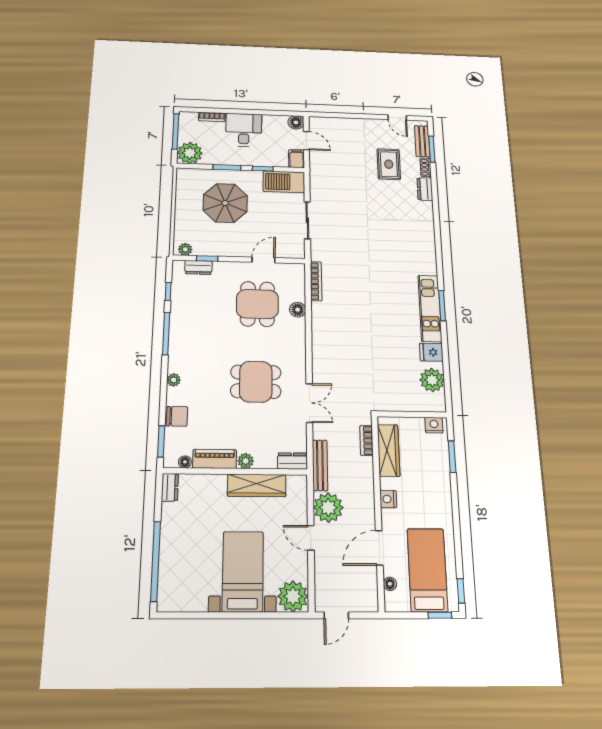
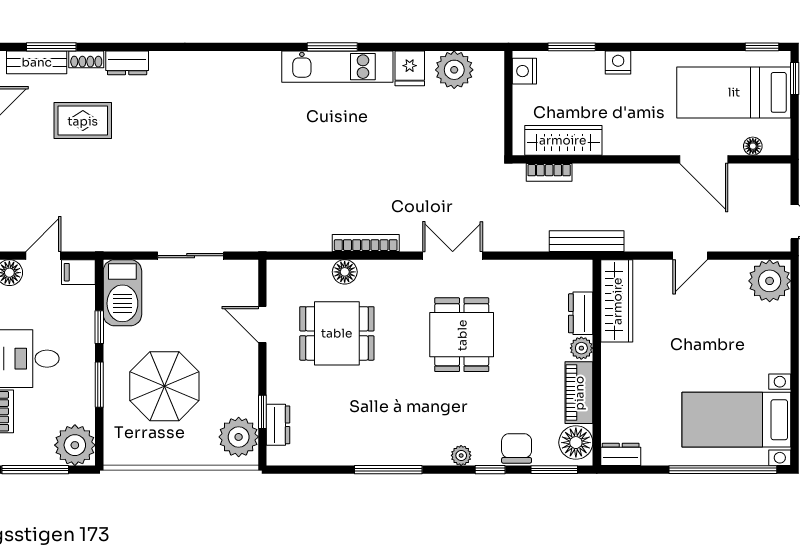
plant: (185, 249) -> (239, 437), width x1.88, depth x1.88
bookcase: (316, 281) -> (366, 243), moved
window: (168, 291) -> (490, 470), moved
double door: (309, 403) -> (453, 256), moved
dresser: (292, 461) -> (581, 313), moved
floor lamp: (185, 462) -> (576, 443), width x1.89, depth x1.89
wardrobe: (257, 485) -> (617, 301), moved
nightstand: (388, 499) -> (618, 63), moved, turned 180
plant: (328, 508) -> (647, 230), removed
bed with nightstands: (243, 571) -> (736, 420), moved

